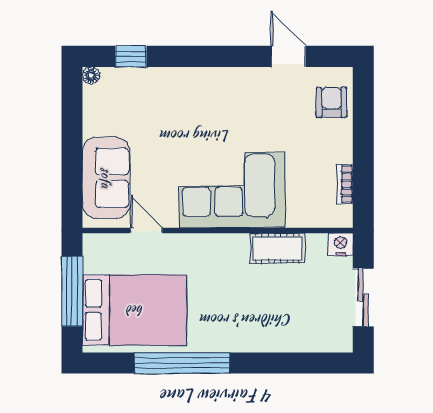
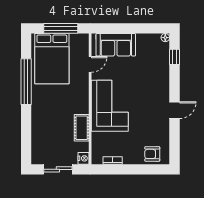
door: (288, 56) -> (174, 110), moved
armchair: (331, 102) -> (152, 154), turned 180

